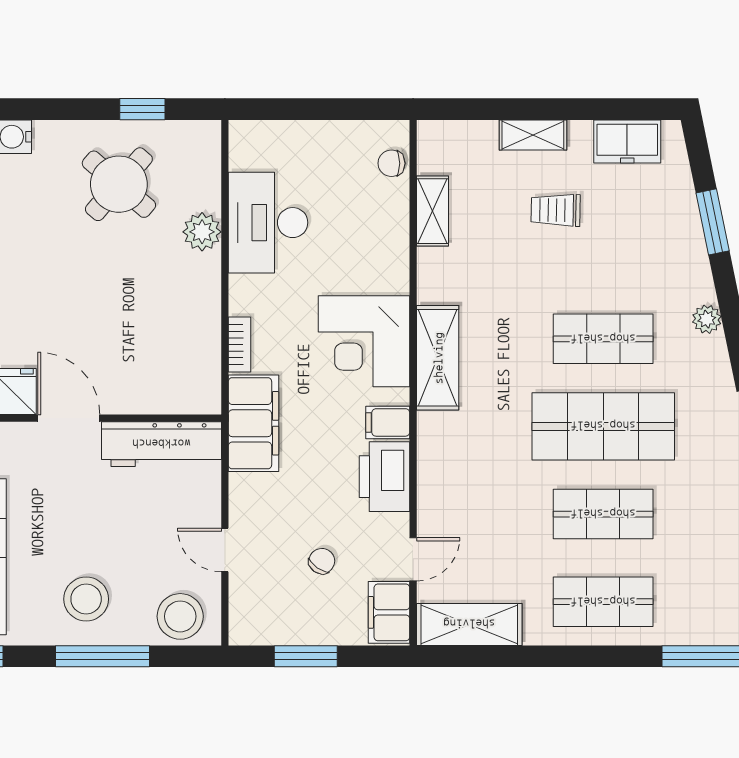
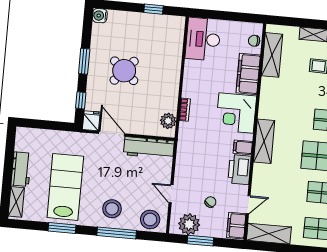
round table: (119, 184) -> (124, 71), moved
shelving: (433, 211) -> (272, 55), width x1.50, depth x1.33
desk: (268, 223) -> (203, 39), moved
plant: (202, 232) -> (168, 121), moved
shelving: (438, 358) -> (264, 141), moved
filing cabinet: (253, 423) -> (248, 74), moved, turned 180
plant: (275, 619) -> (189, 224), added

